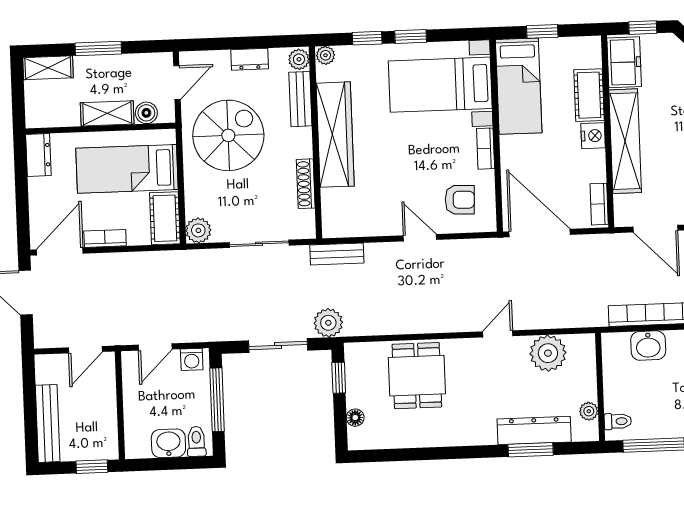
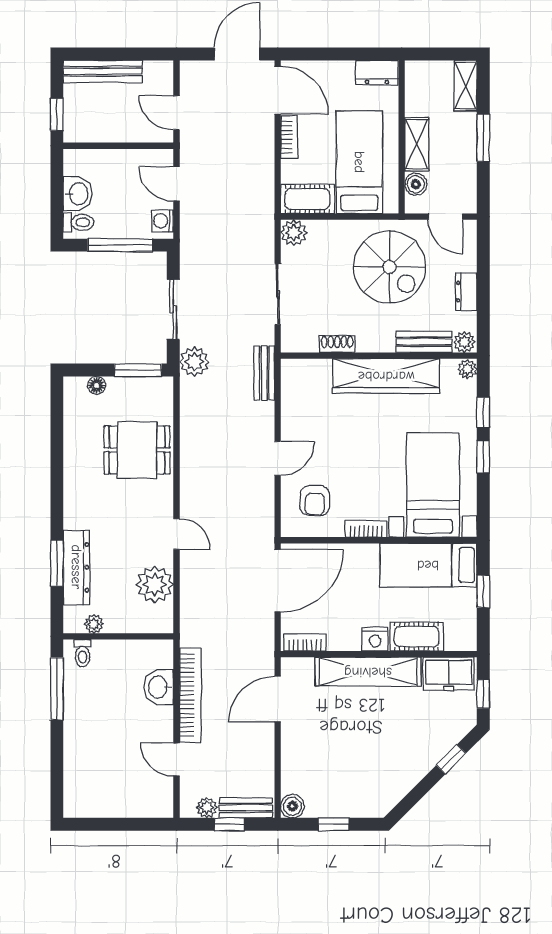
shoe rack: (306, 184) -> (337, 344), width x0.70
window: (339, 378) -> (138, 370), width x1.50

